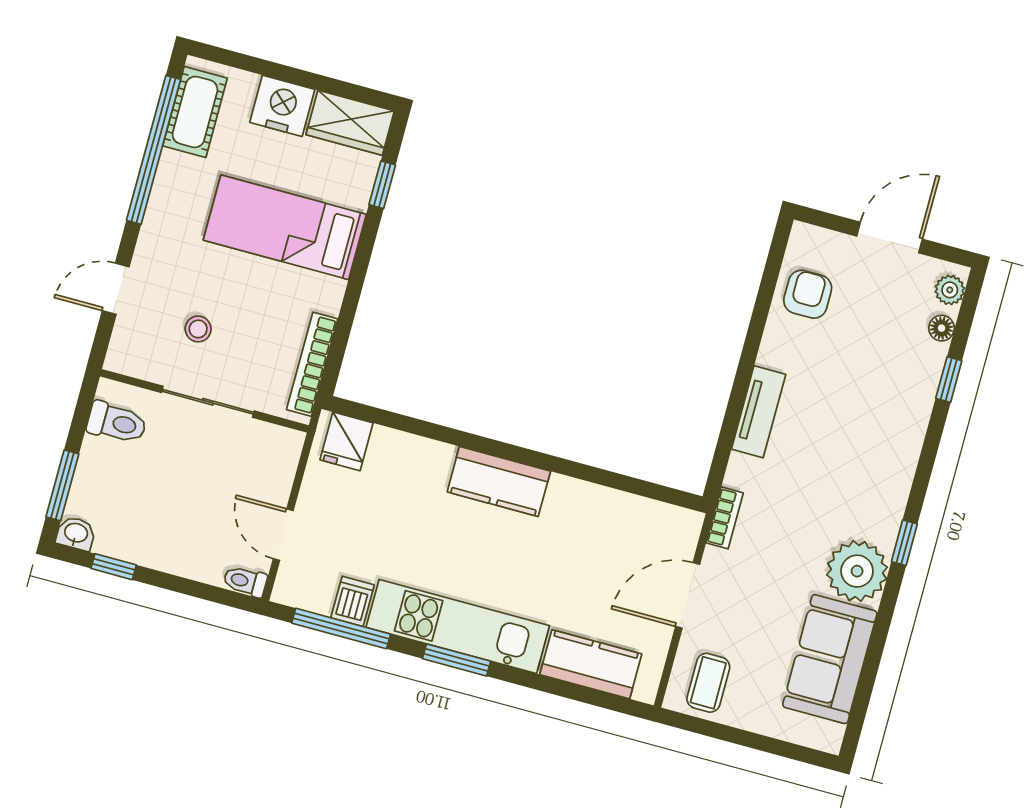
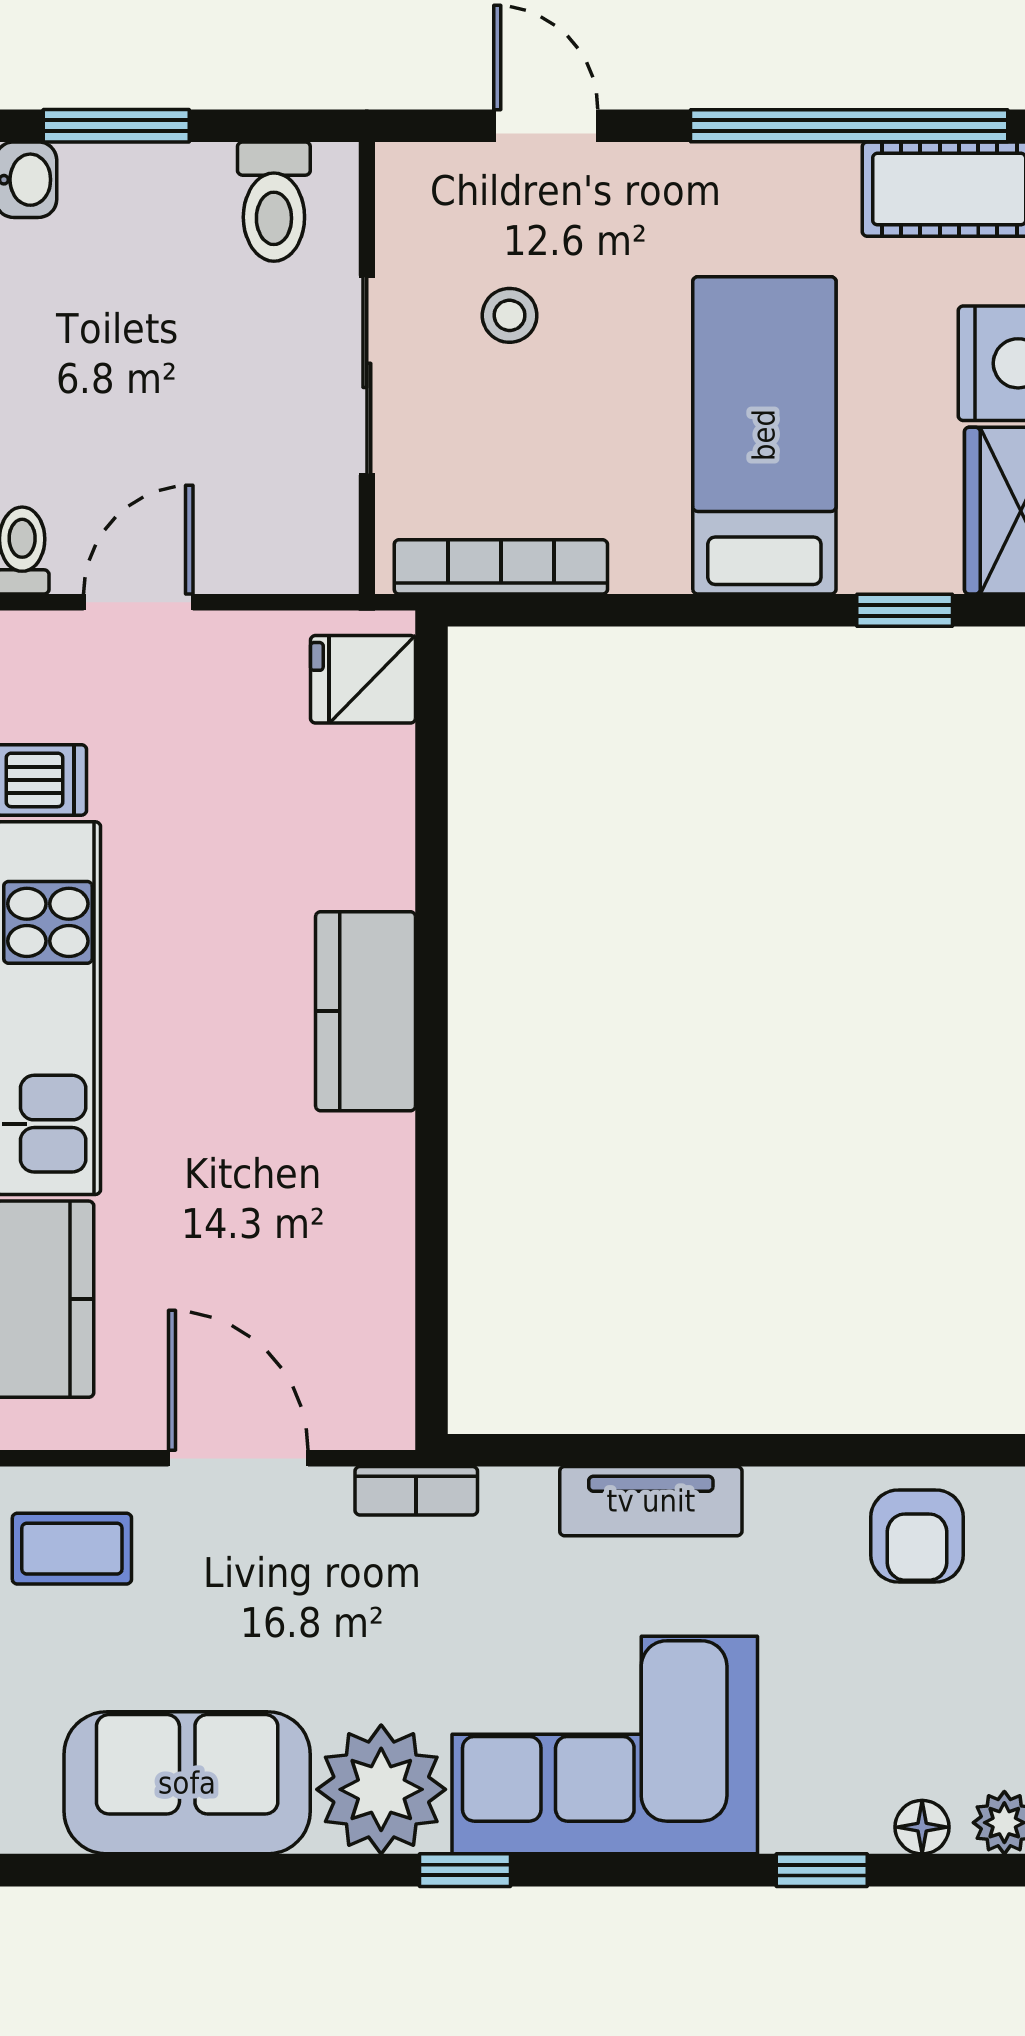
armchair: (808, 294) -> (917, 1536), turned 90
corner sofa: (865, 463) -> (605, 1745), added

